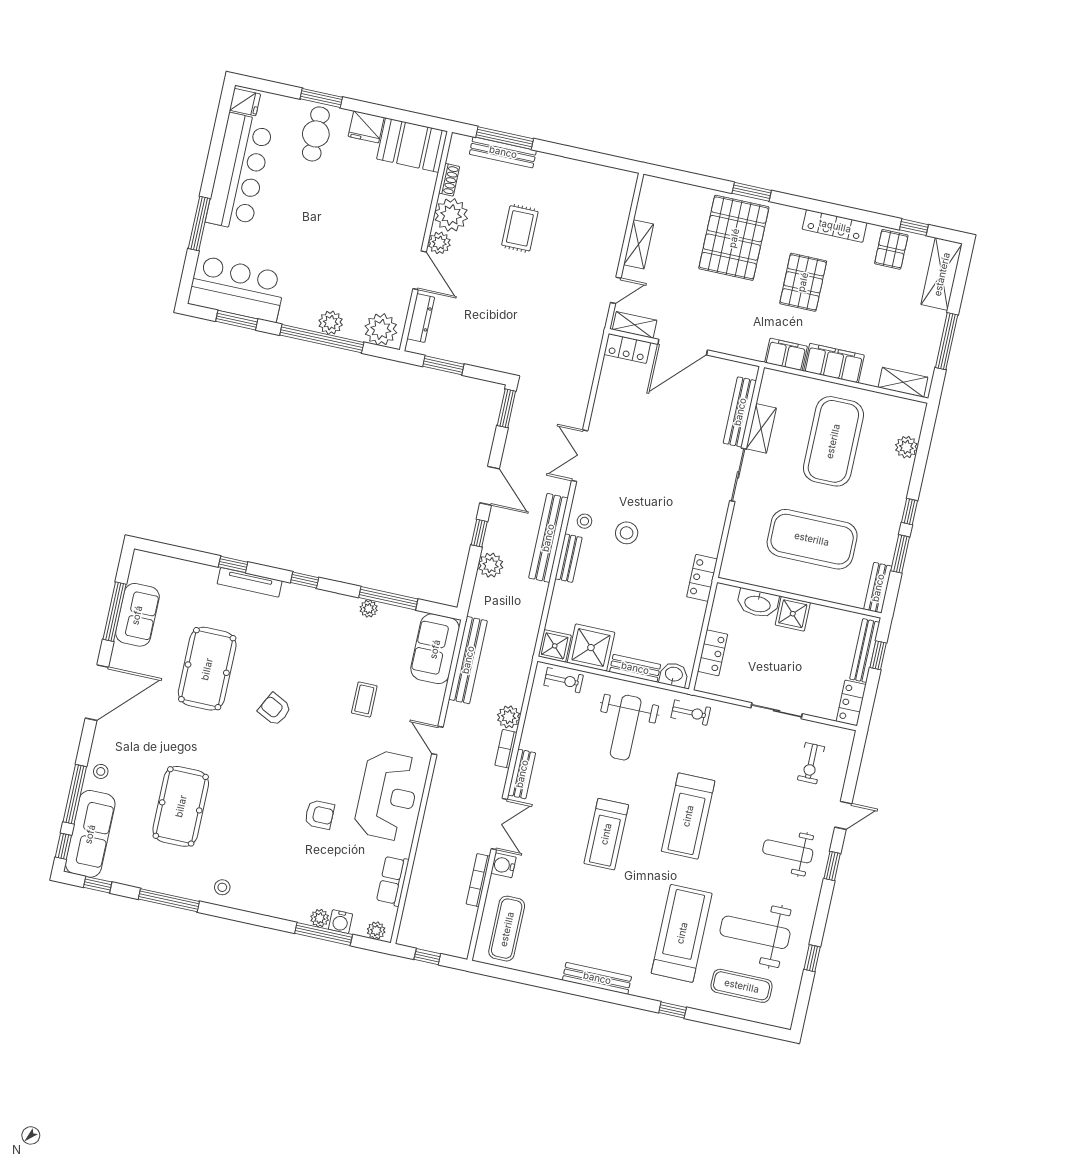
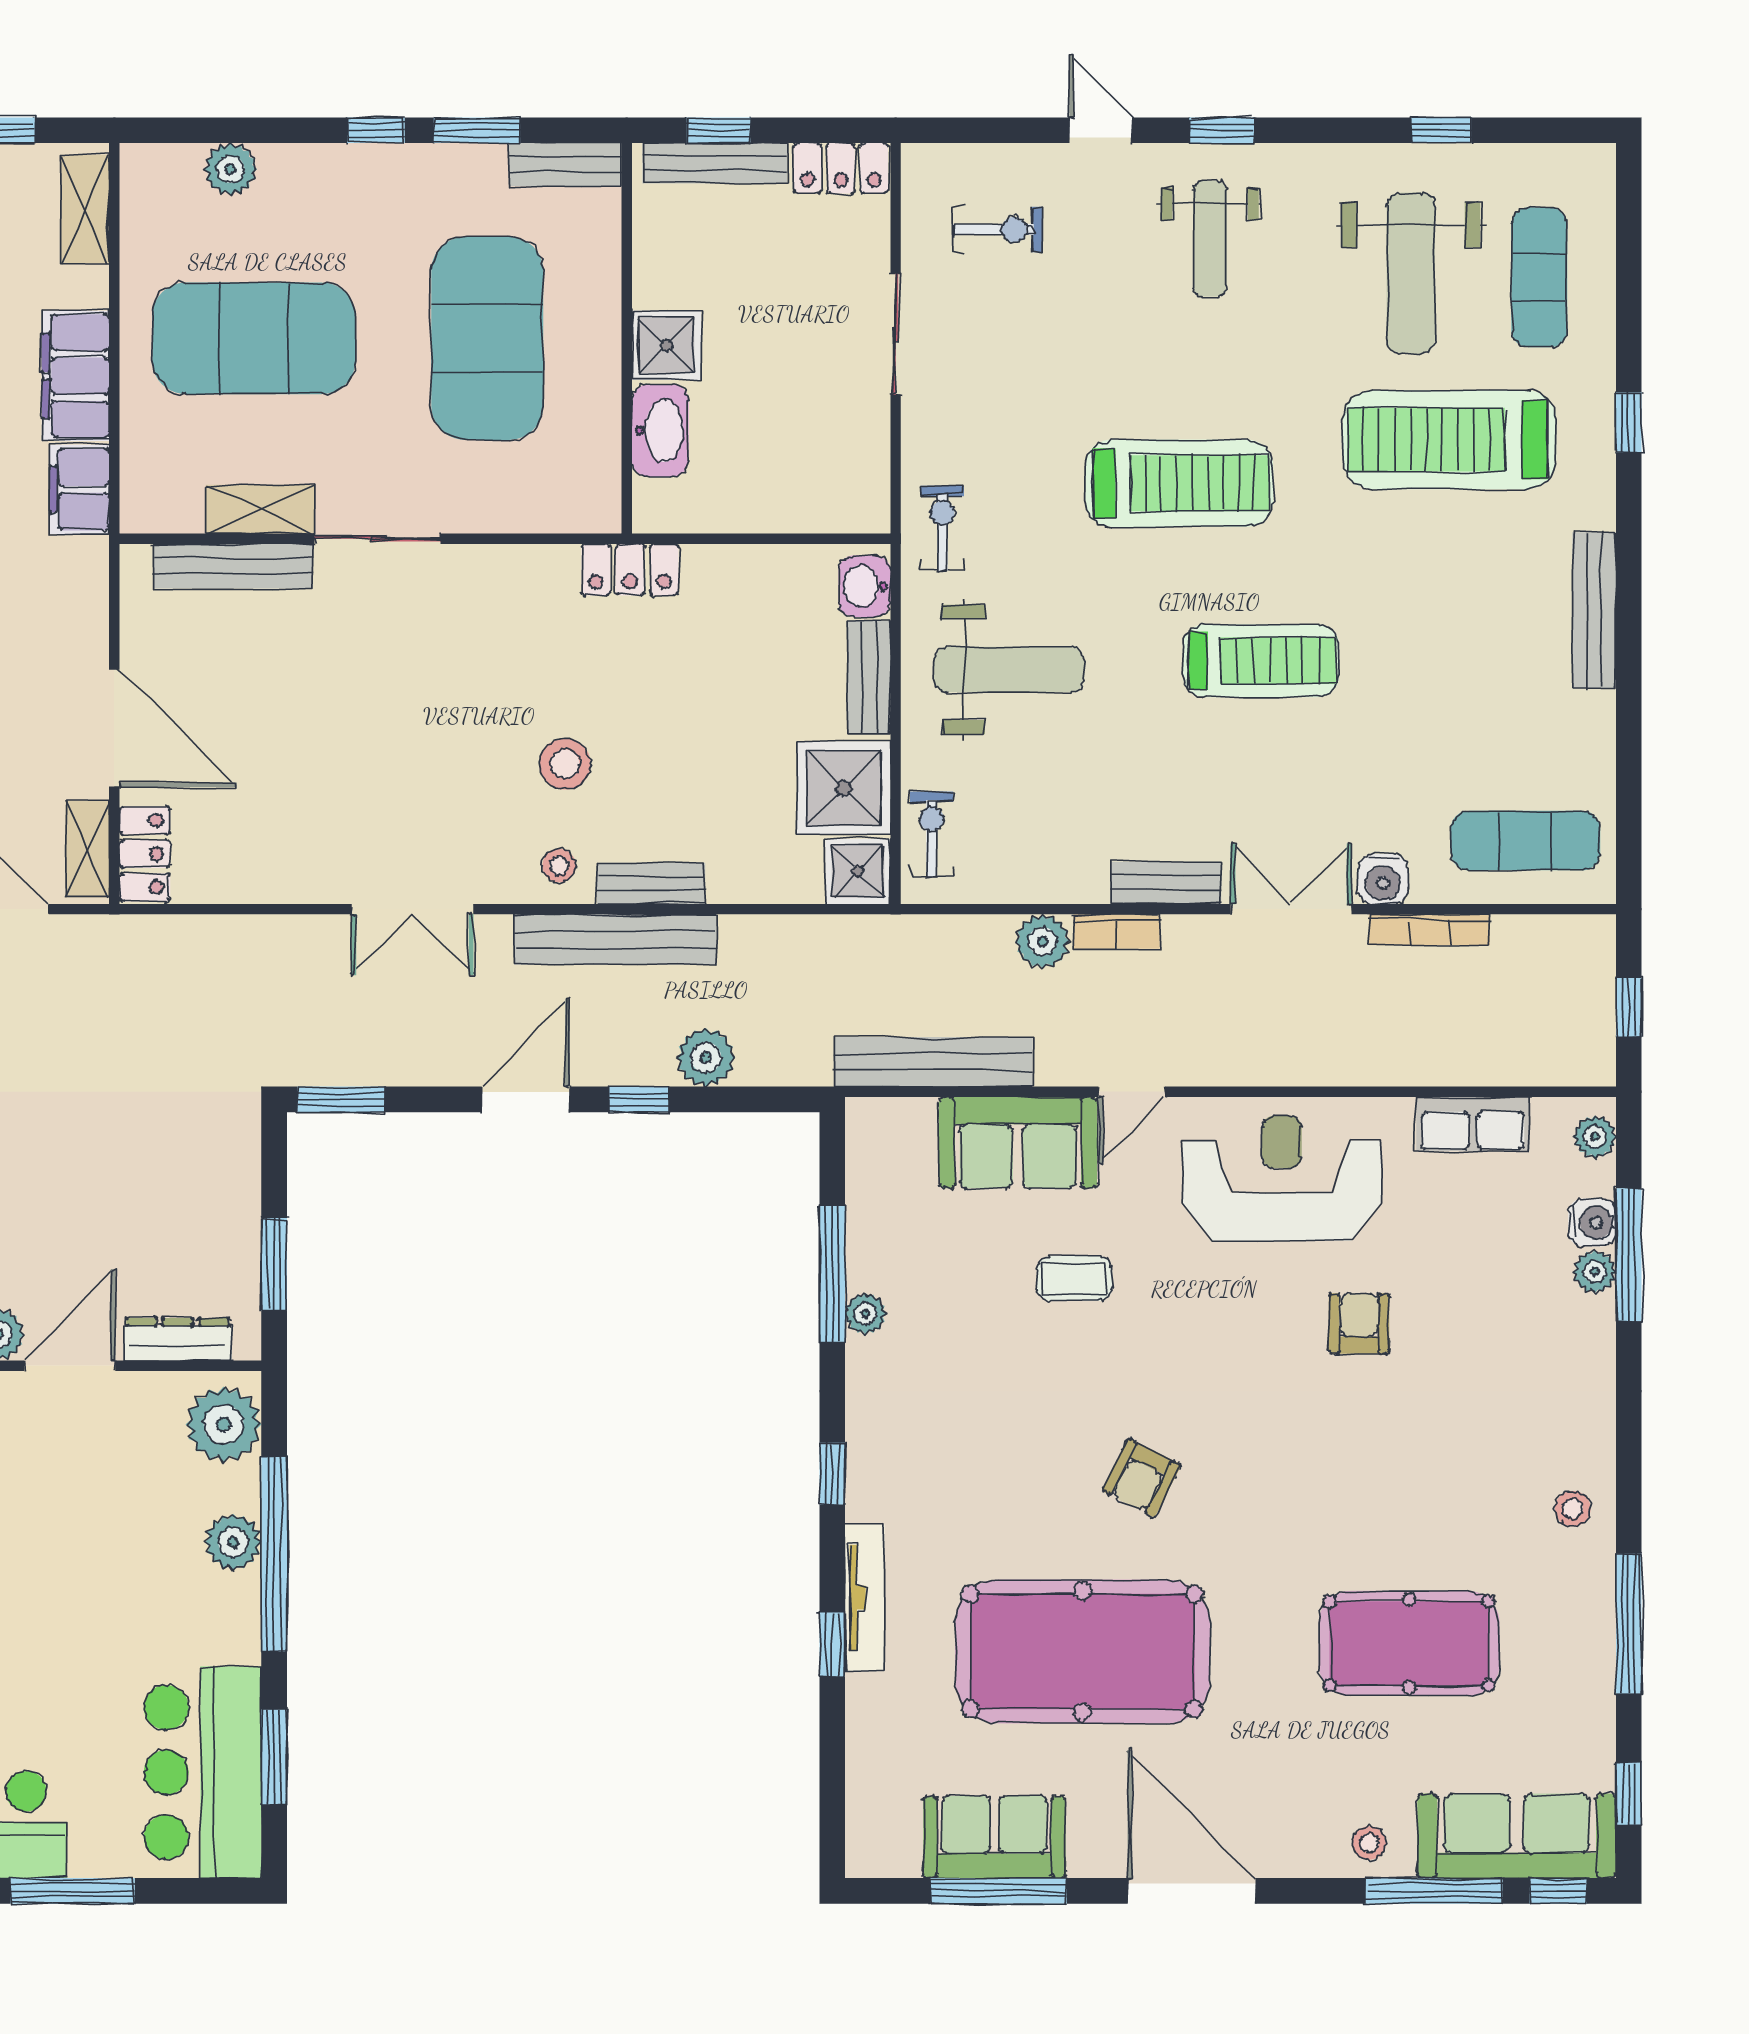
sofa: (435, 649) -> (1018, 1142), moved
locker: (713, 653) -> (795, 508), removed
pool table: (207, 669) -> (1082, 1652), width x1.36, depth x1.32

